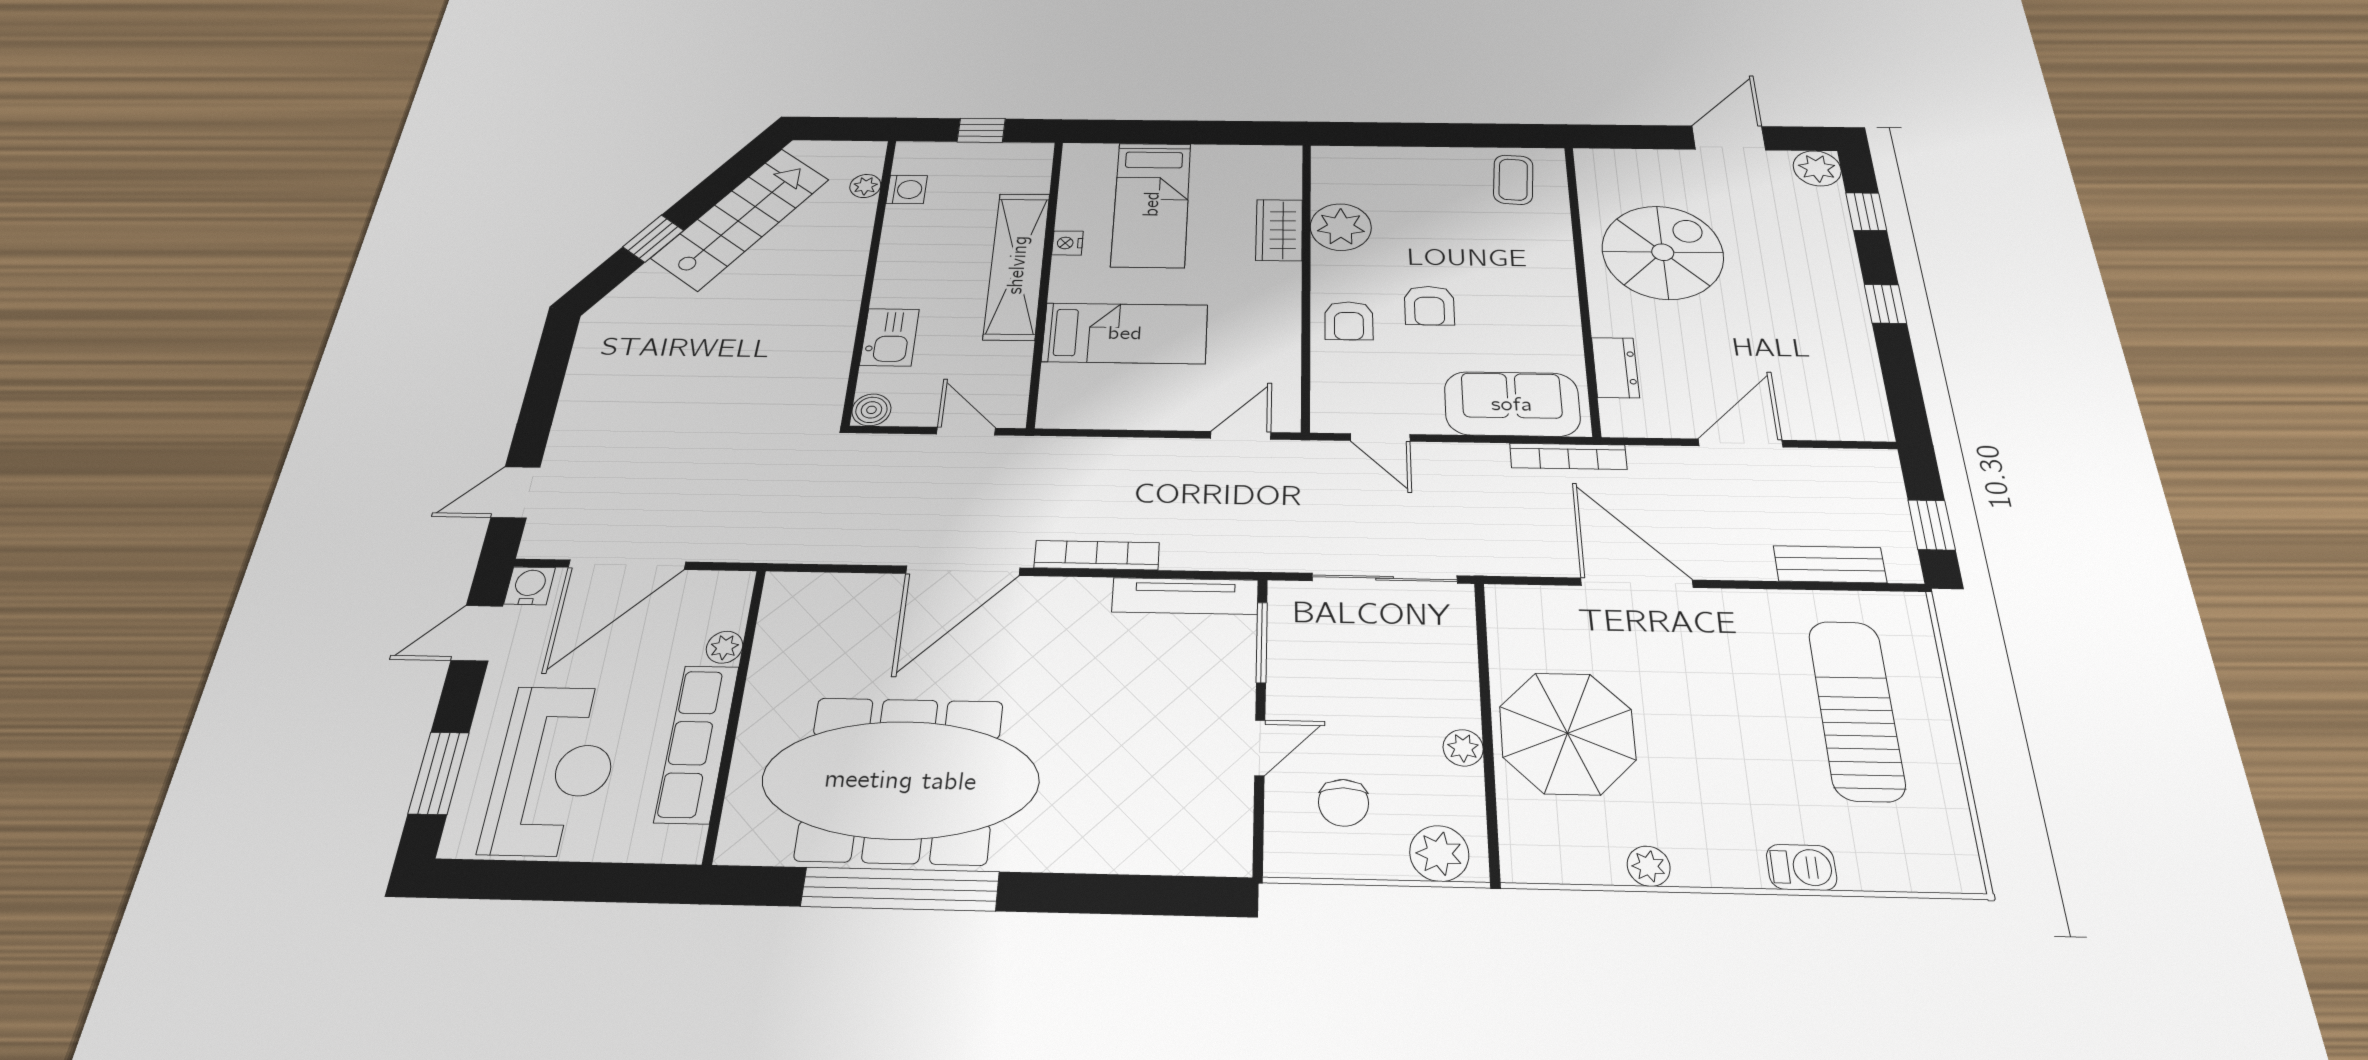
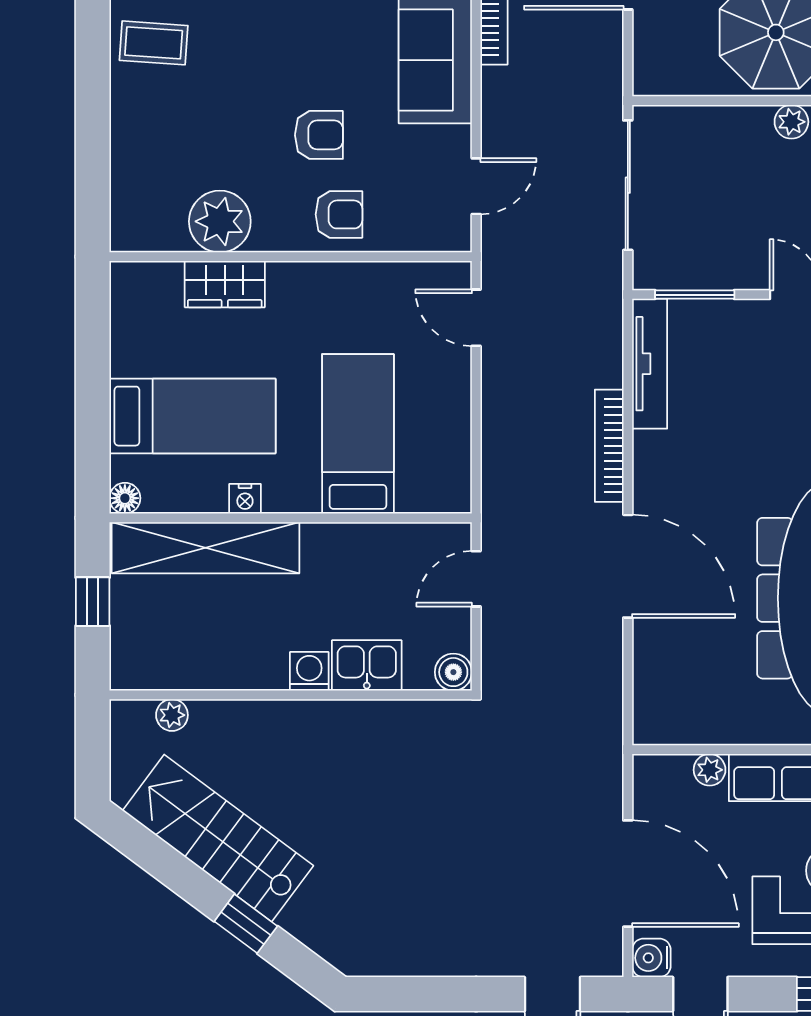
floor lamp: (1076, 154) -> (125, 498), added
washing machine: (907, 189) -> (309, 671), moved
shelving: (1017, 265) -> (206, 548), moved

